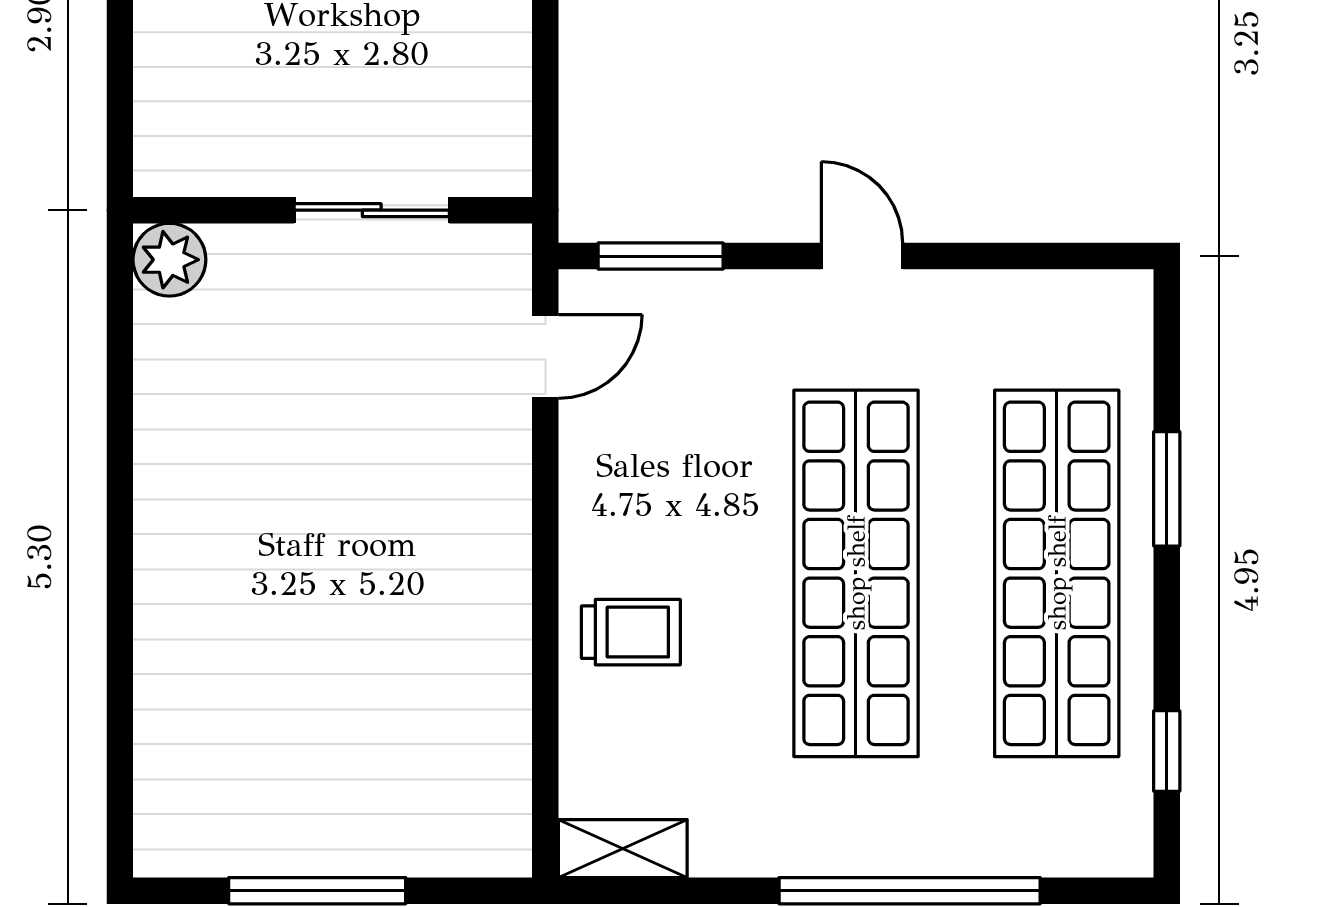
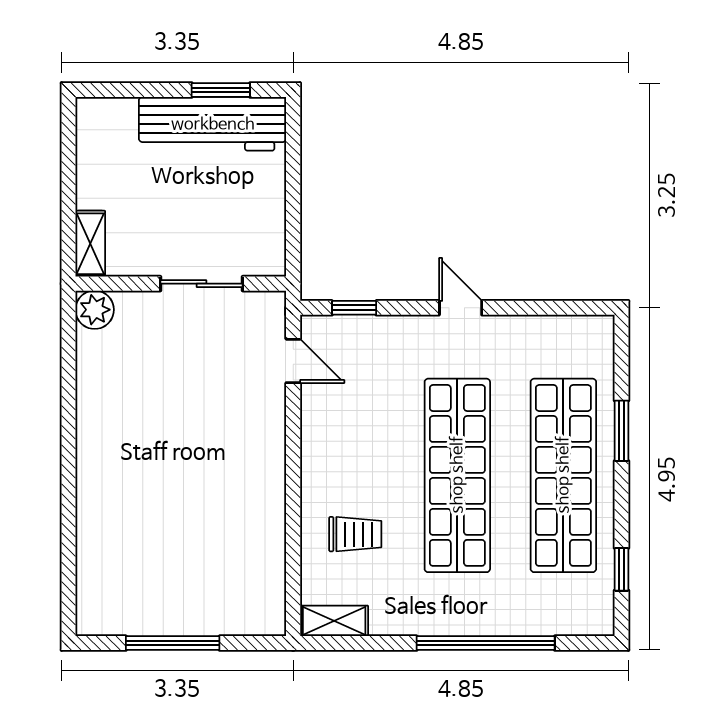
shelving: (161, 135) -> (90, 244), added
window: (661, 256) -> (354, 308), width x0.67
door: (545, 357) -> (293, 361), hinge flipped
trolley: (631, 632) -> (355, 534), moved

